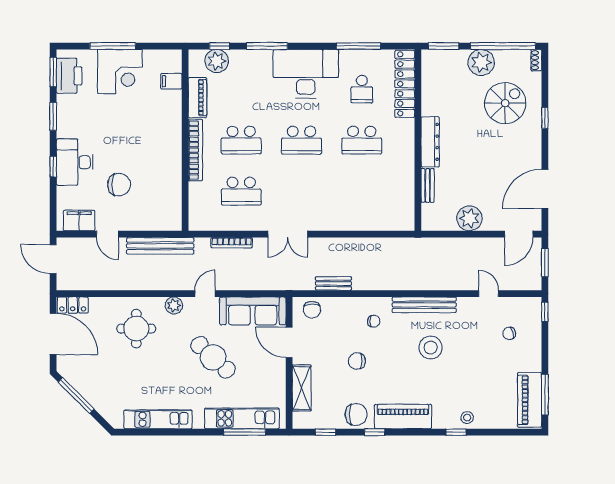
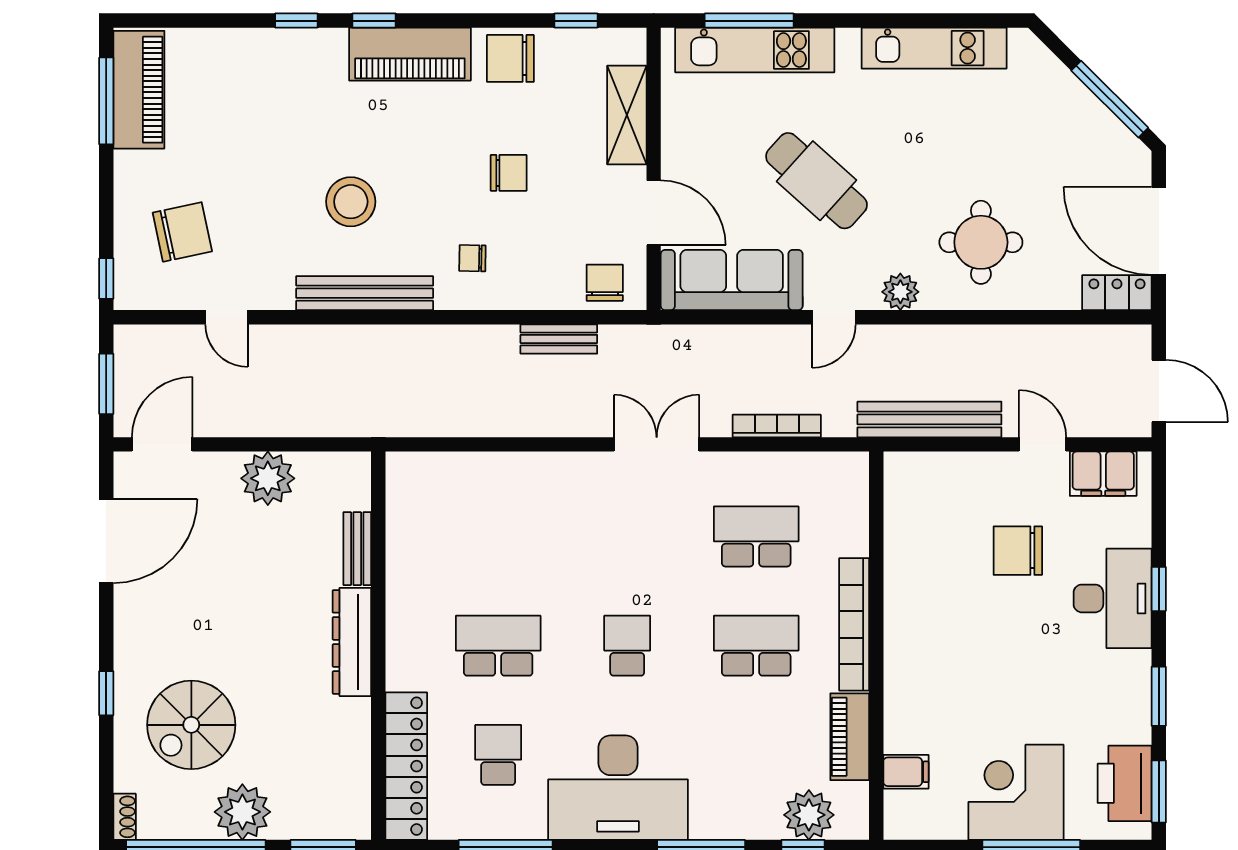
school desk: (301, 140) -> (627, 646), width x0.54
chair: (509, 333) -> (182, 232), width x1.87, depth x1.87
stool: (467, 418) -> (273, 52), removed
window: (375, 432) -> (374, 21), moved

